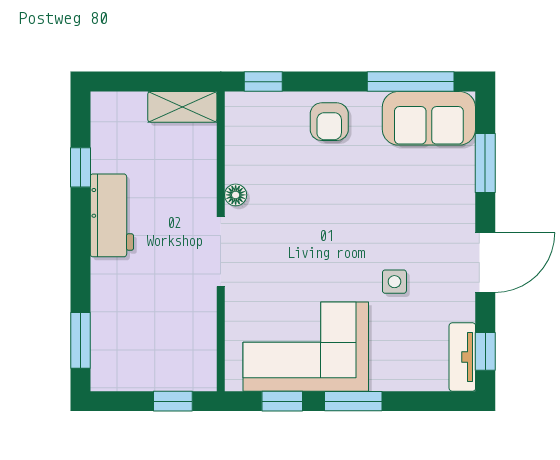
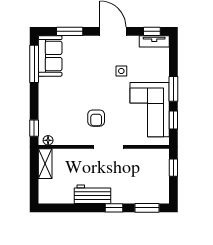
armchair: (329, 122) -> (96, 118), moved, turned 90
window: (81, 167) -> (114, 208), moved
floor lamp: (236, 195) -> (48, 140), moved

